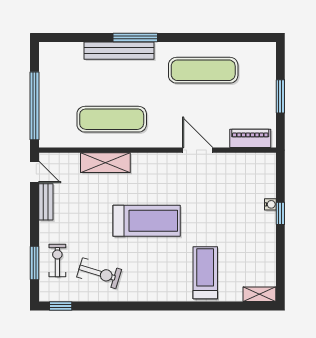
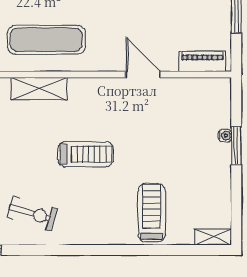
window: (280, 213) -> (236, 146), width x1.50
treadmill: (147, 221) -> (86, 154), width x0.73, depth x0.73

